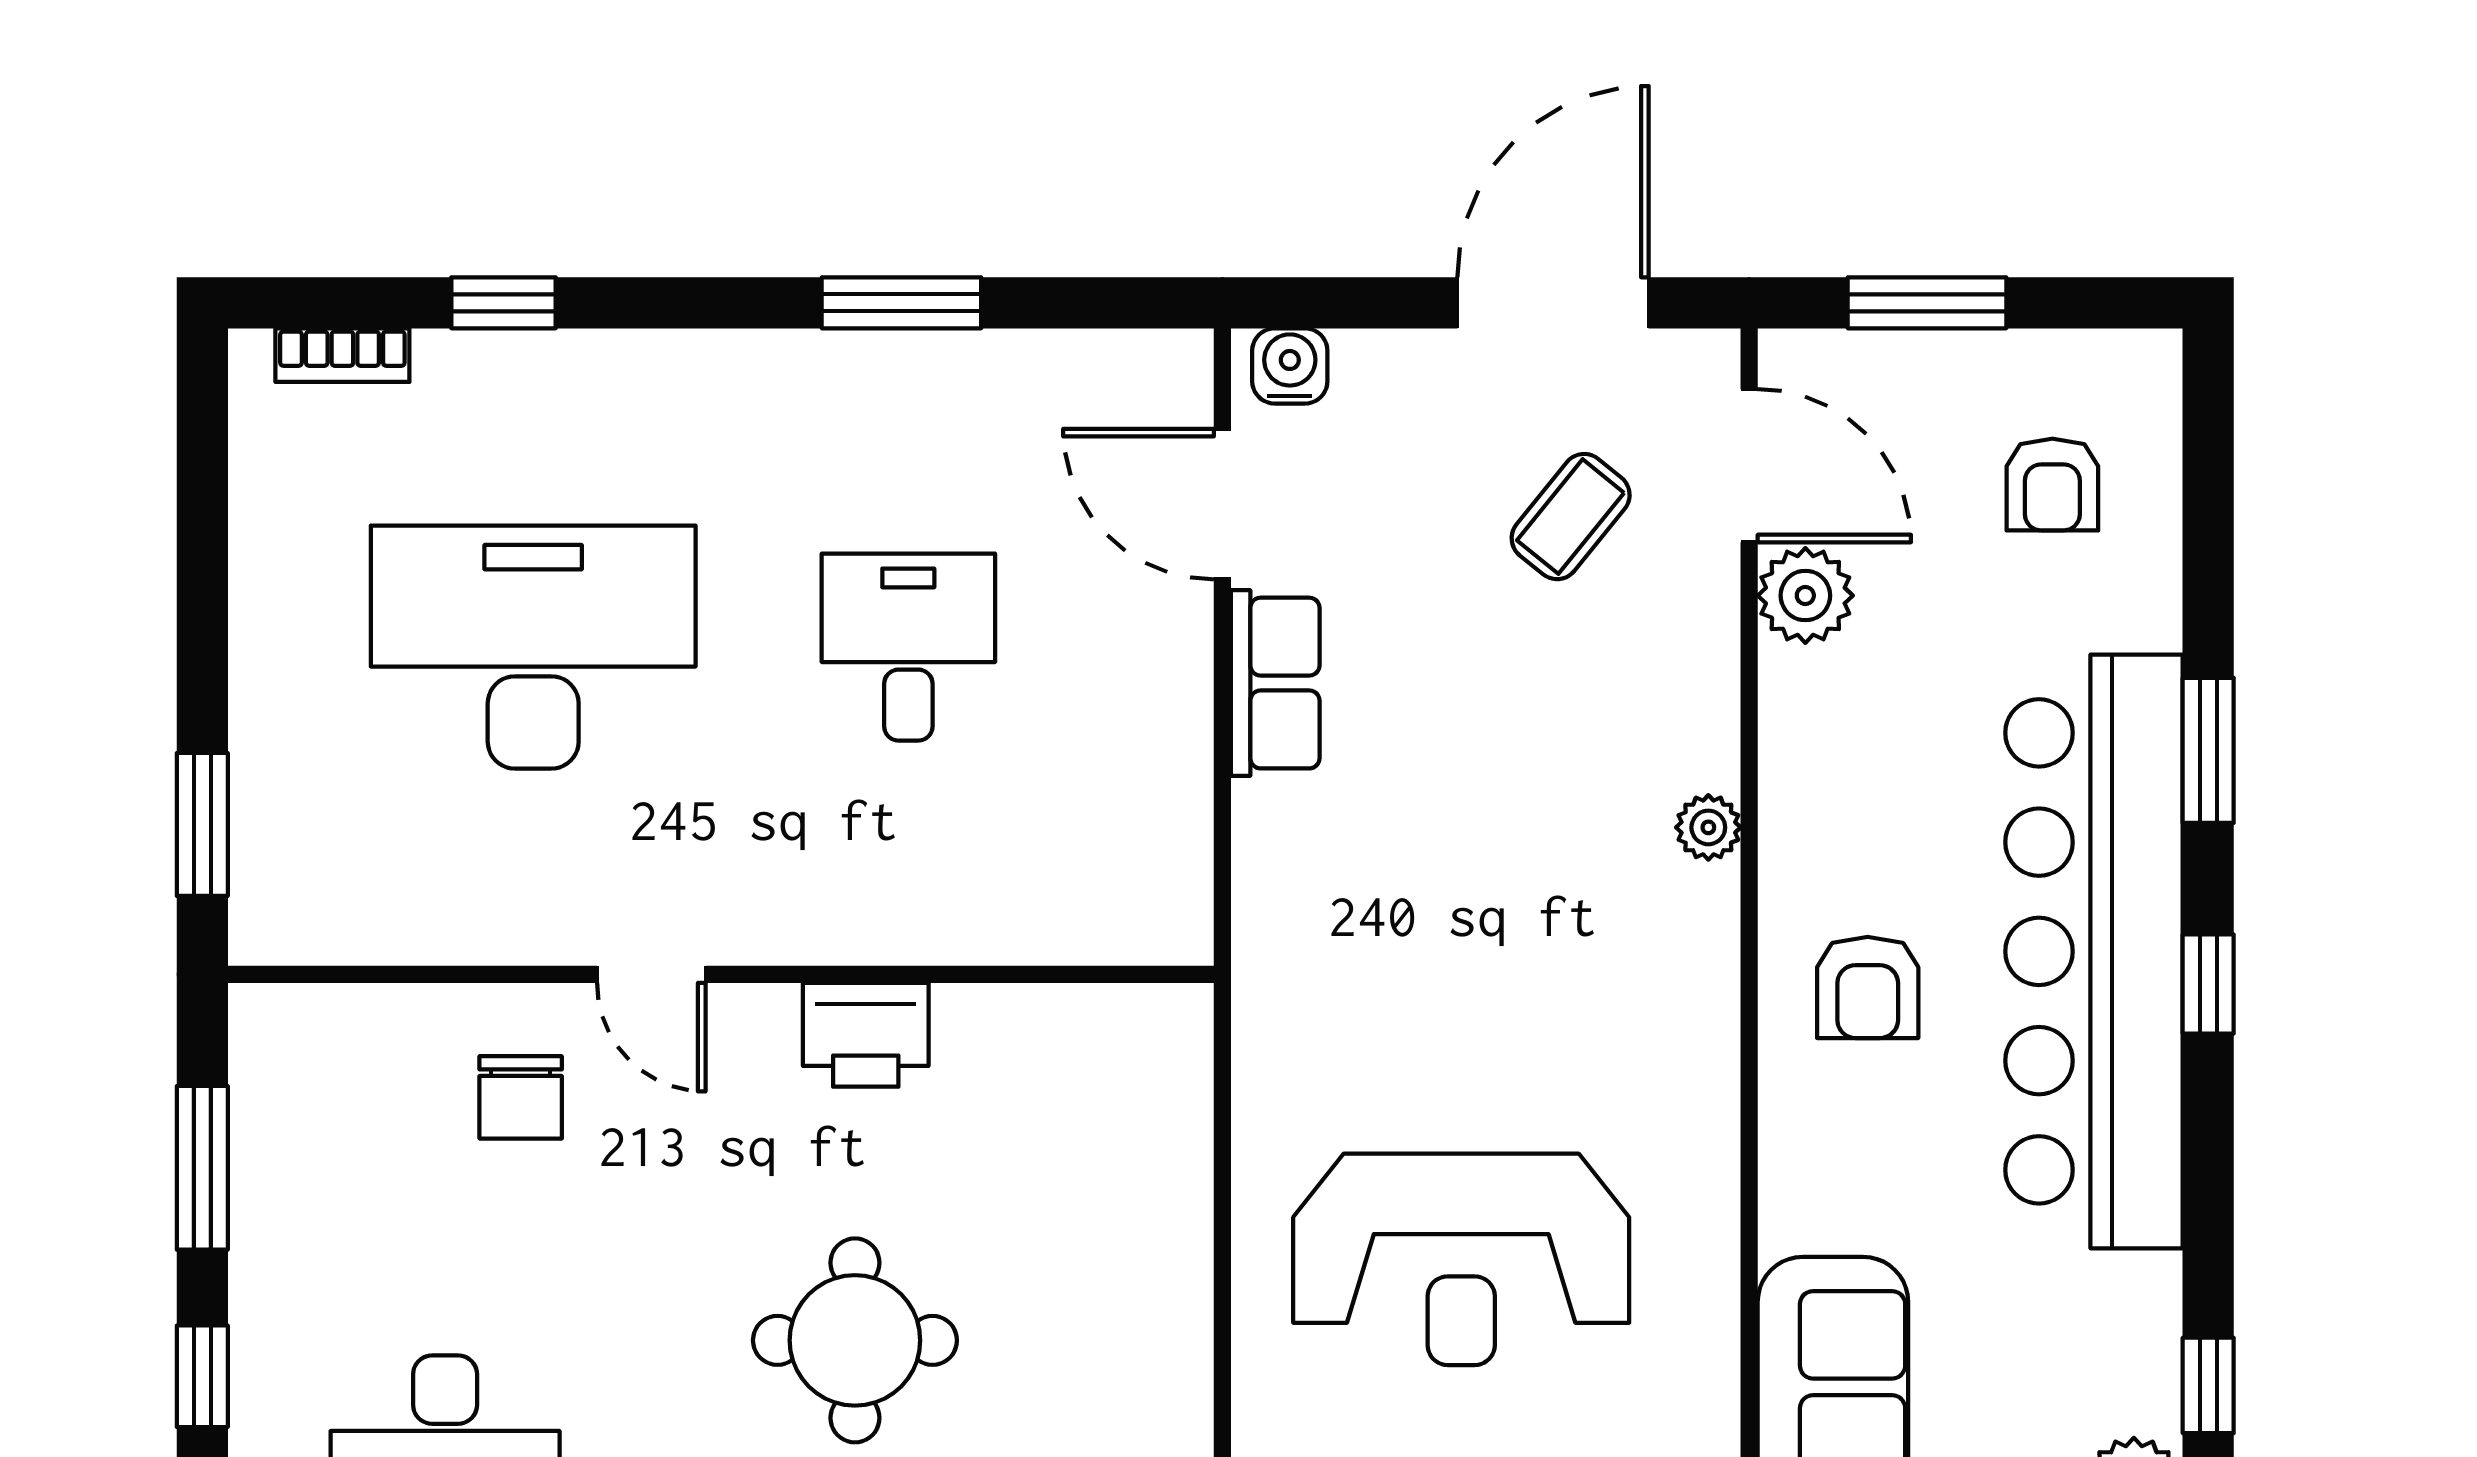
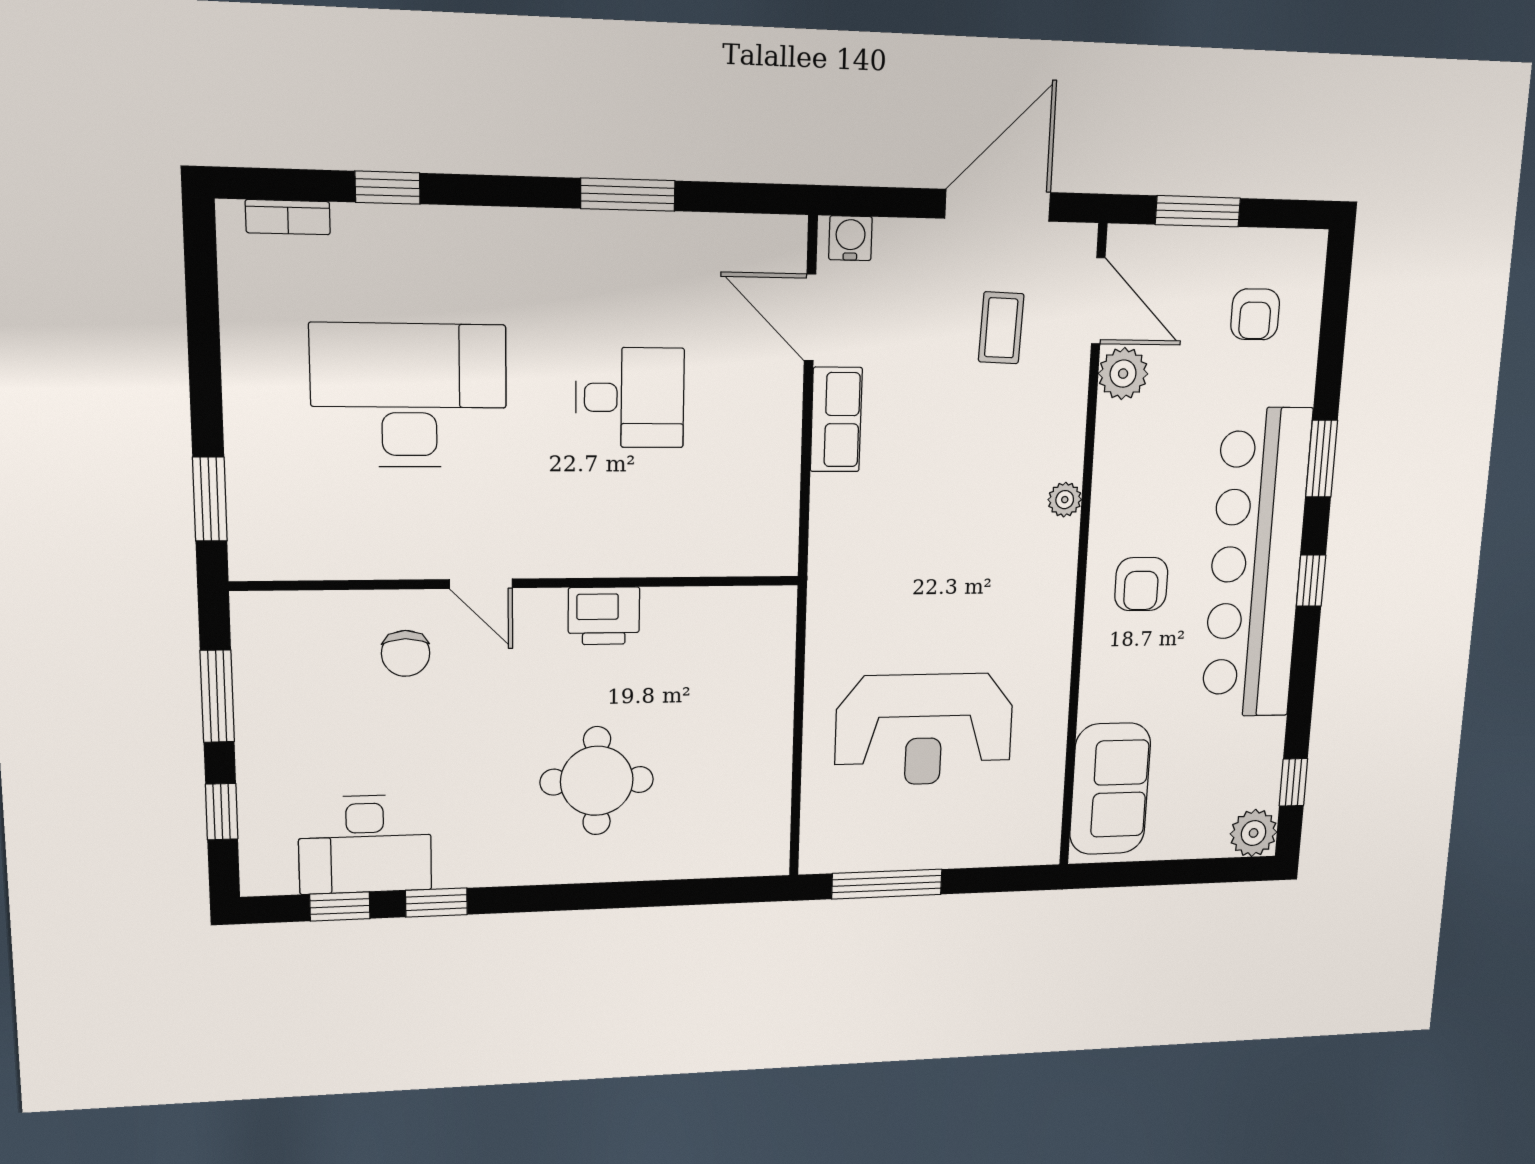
coffee table: (1571, 517) -> (1001, 328), turned -37
desk: (908, 647) -> (630, 398), turned 90

